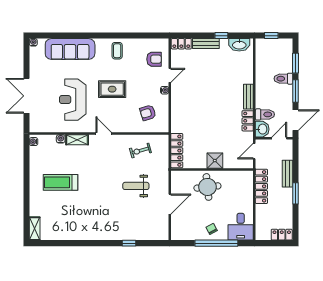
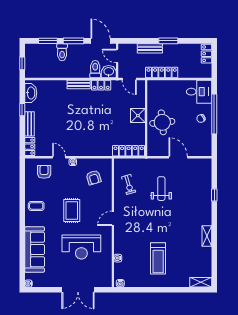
shelving: (77, 140) -> (207, 236), moved
weight bench: (136, 186) -> (161, 189), turned 180

